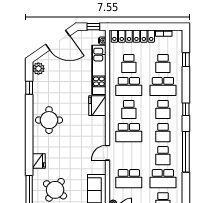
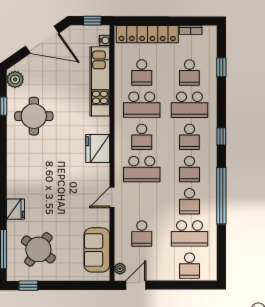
fridge: (97, 106) -> (98, 149), moved
round table: (49, 120) -> (34, 116), moved
school desk: (129, 179) -> (142, 234), width x0.54

